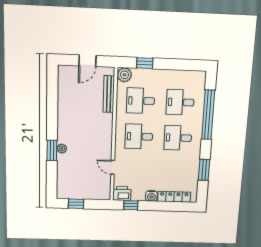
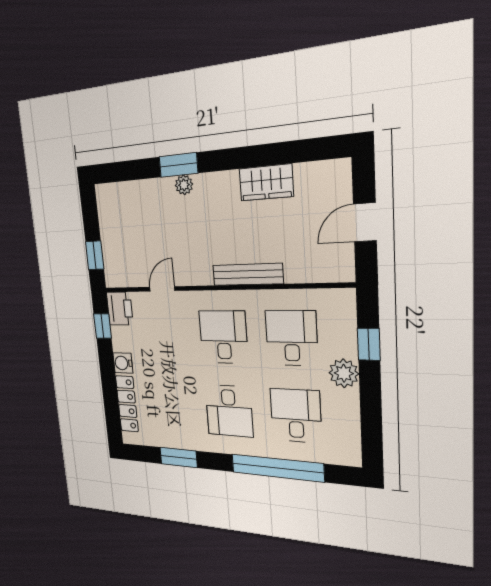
door: (87, 61) -> (365, 222), hinge flipped
plant: (124, 75) -> (344, 373), moved
bench: (109, 94) -> (248, 274), moved
wardrobe: (65, 106) -> (266, 182), added
desk: (178, 138) -> (229, 411), turned 180
window: (76, 204) -> (95, 255), moved

